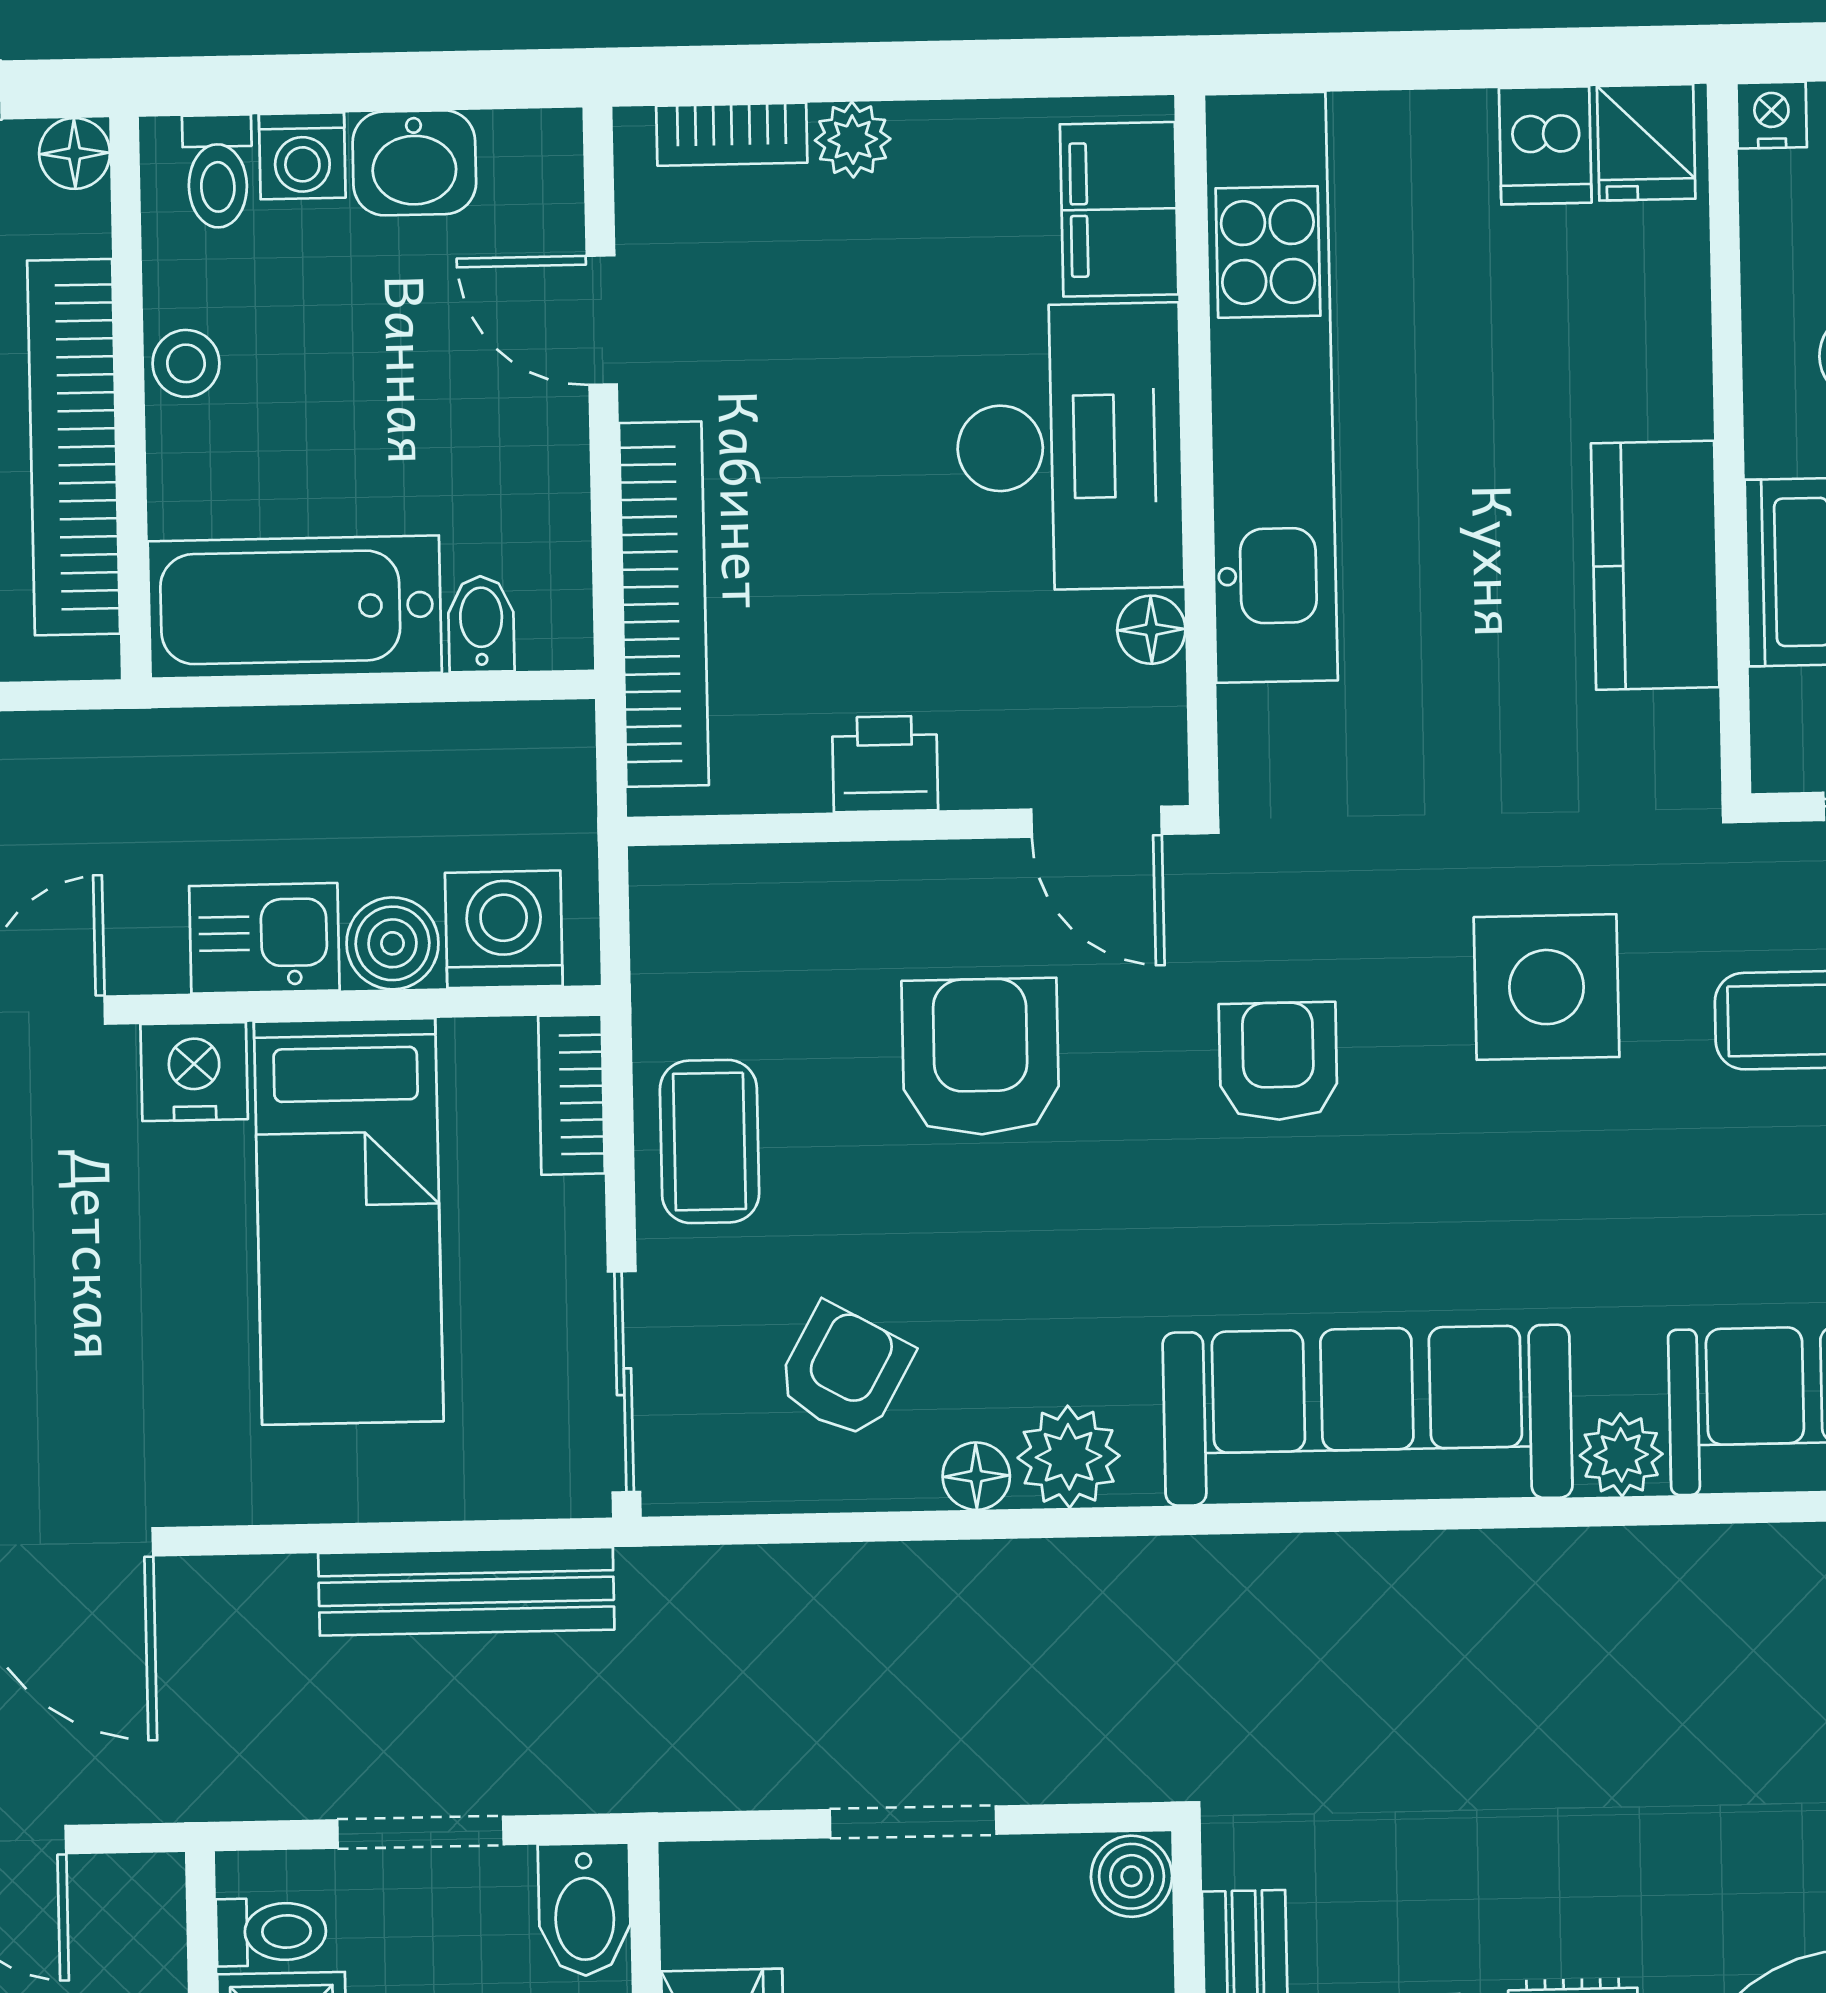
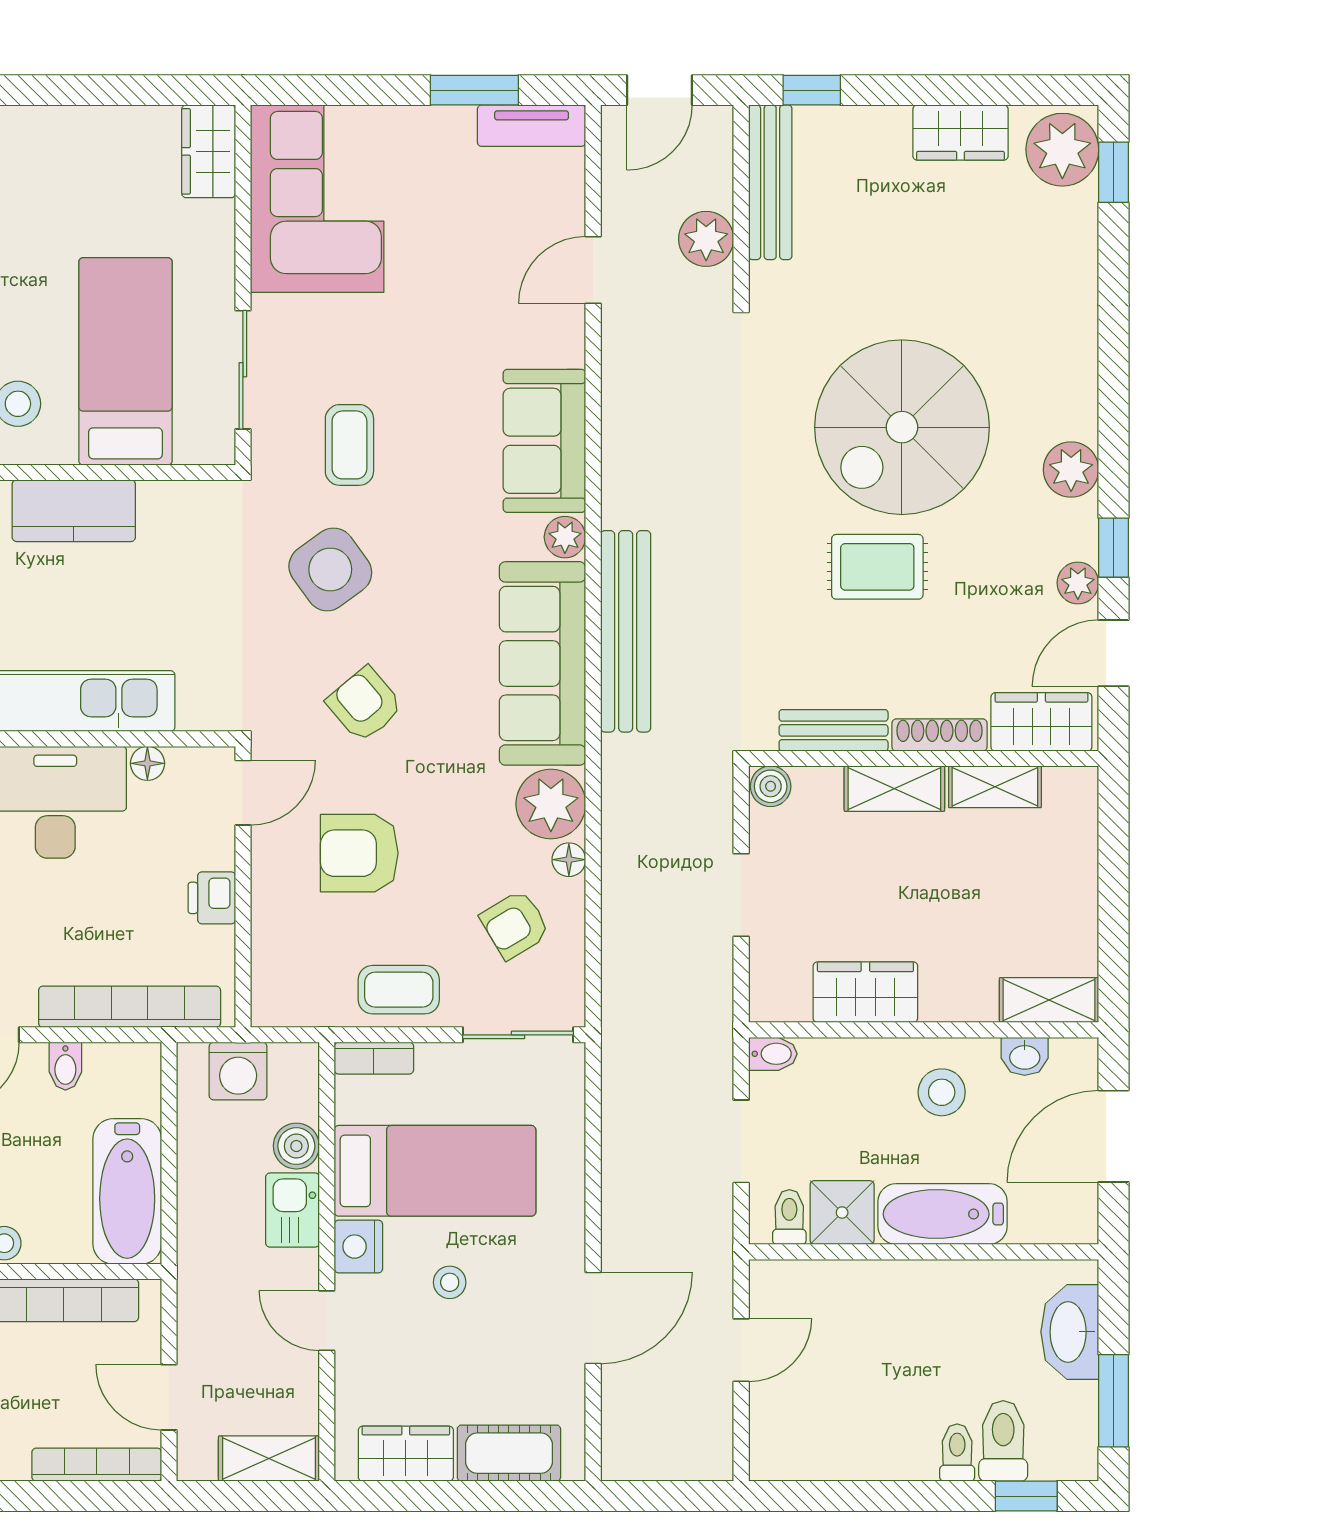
kitchen counter: (1655, 565) -> (74, 511), moved
bidet: (481, 624) -> (65, 1066), moved, turned -90
washing machine: (504, 929) -> (238, 1071), moved, turned -90
side table: (1547, 987) -> (330, 569), turned -36
armchair: (1278, 1061) -> (365, 704), turned 50
stool: (126, 1255) -> (450, 1282), added
armchair: (844, 1371) -> (515, 925), turned -60
plant: (1069, 1457) -> (551, 804), width x1.36, depth x1.36
bench: (466, 1591) -> (626, 631), moved, width x1.37, depth x1.21
bidet: (585, 1910) -> (773, 1054), width x0.72, depth x0.74

